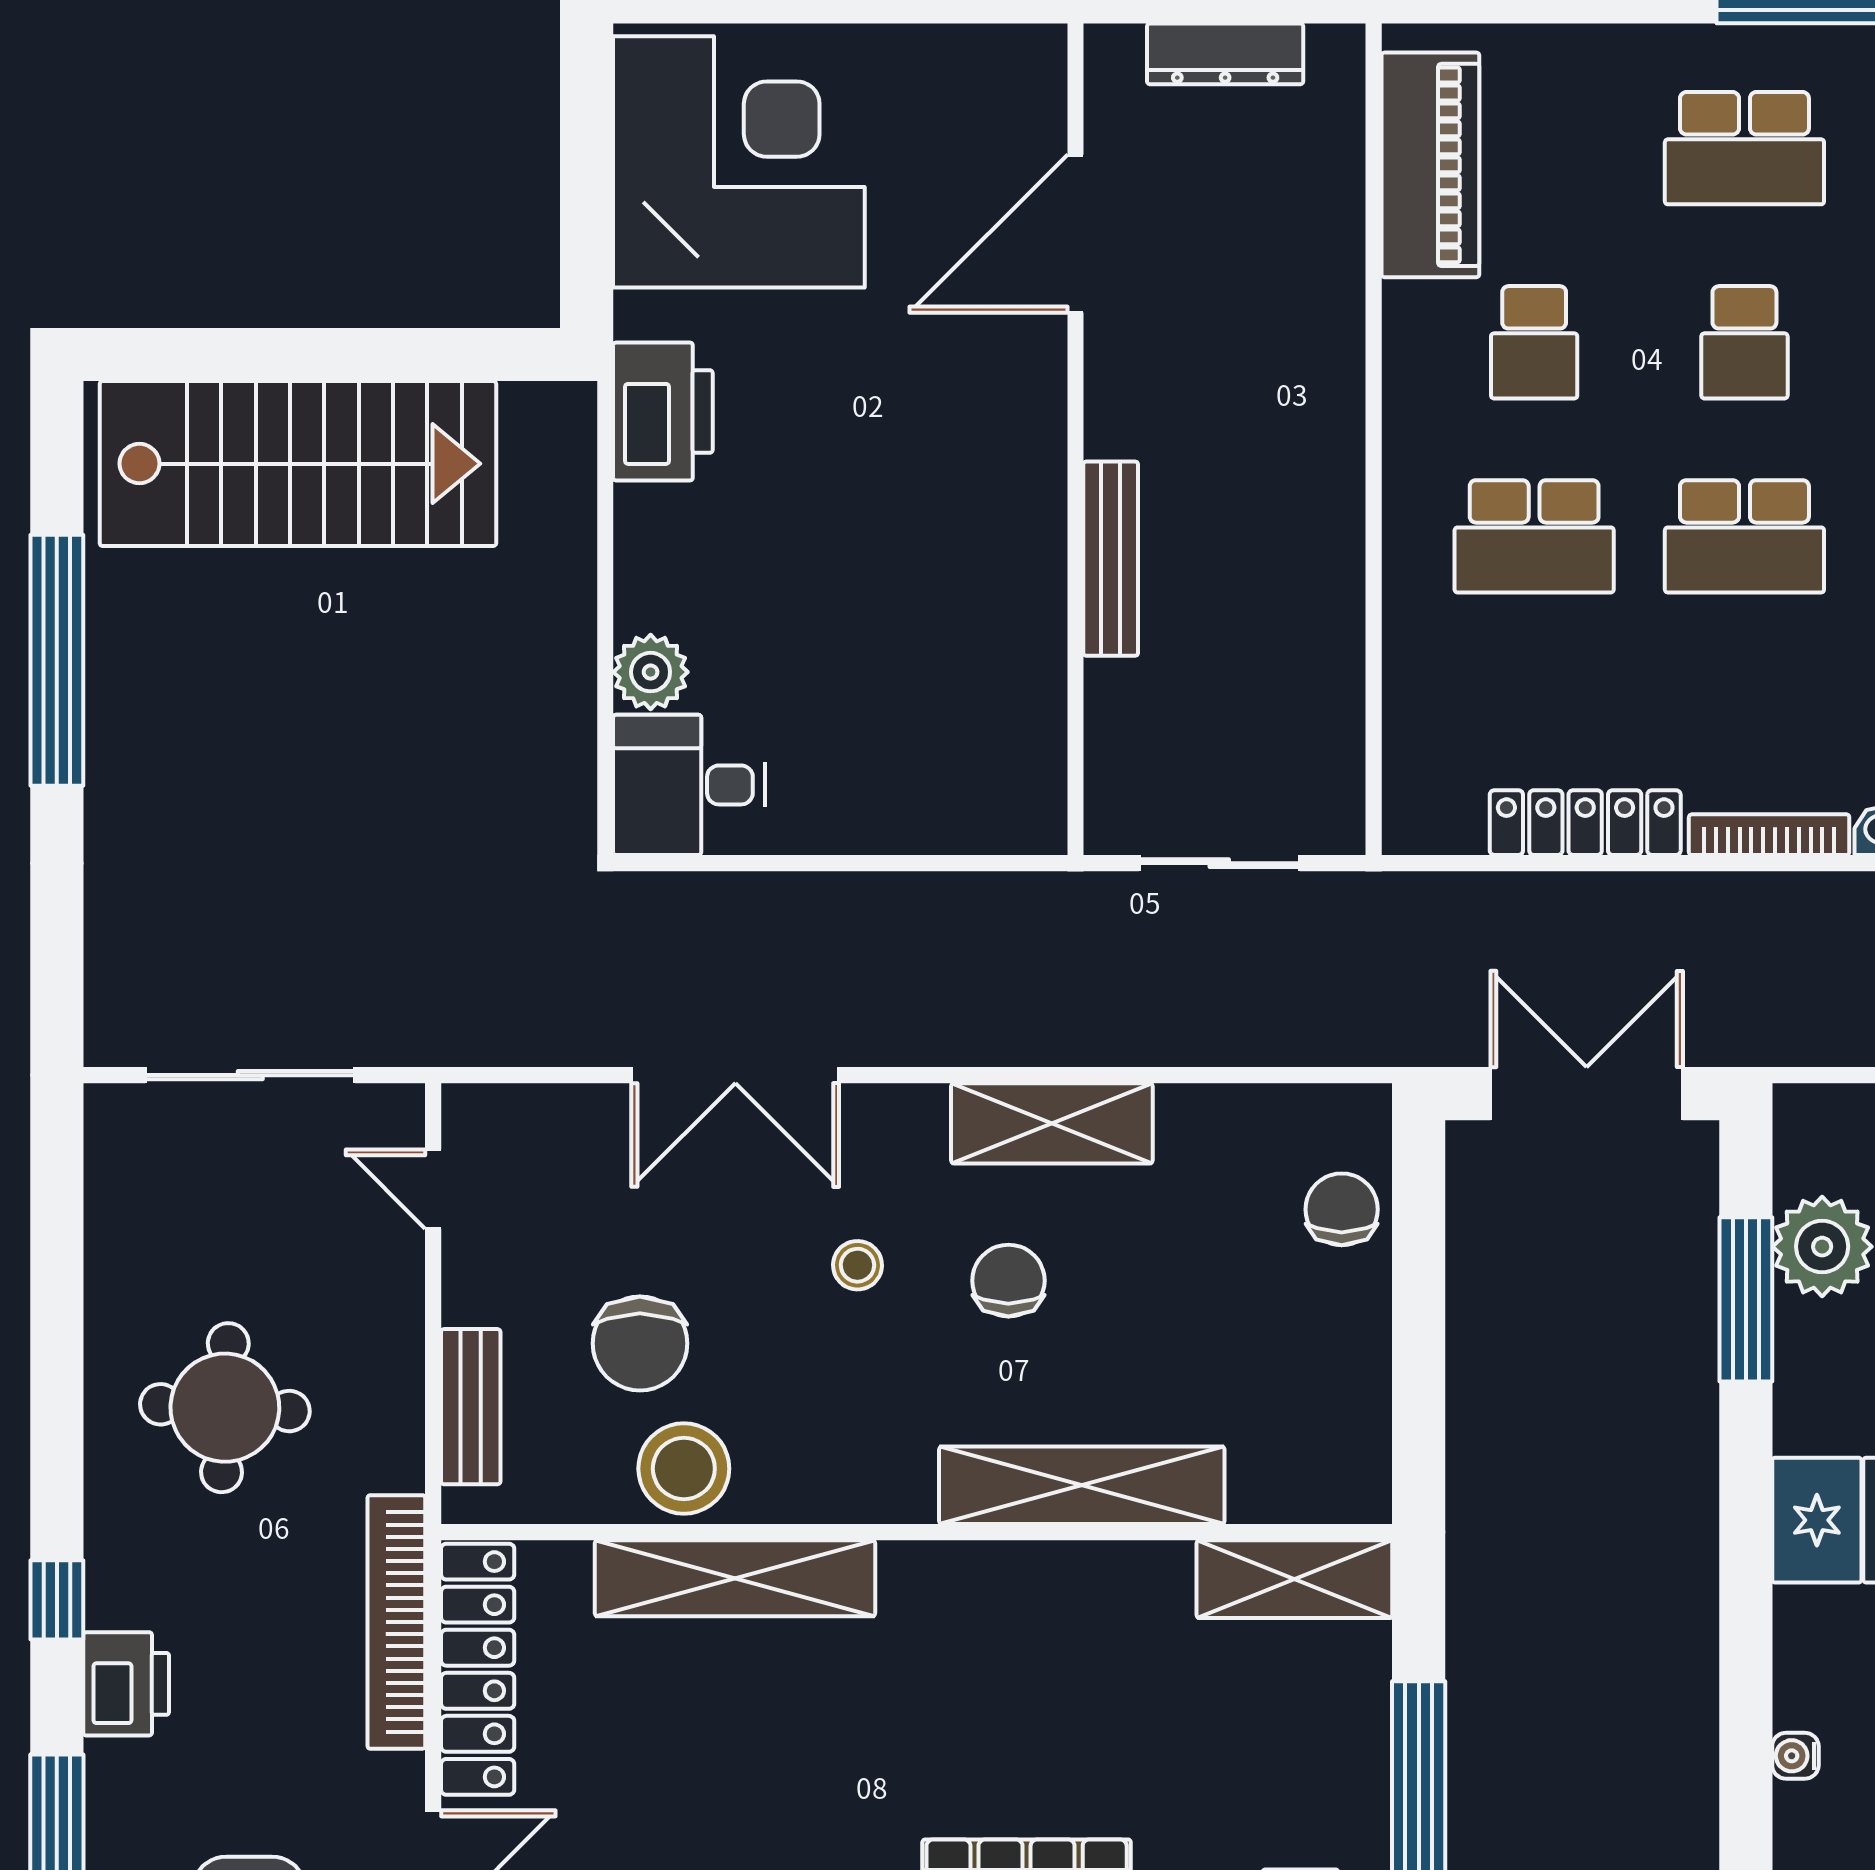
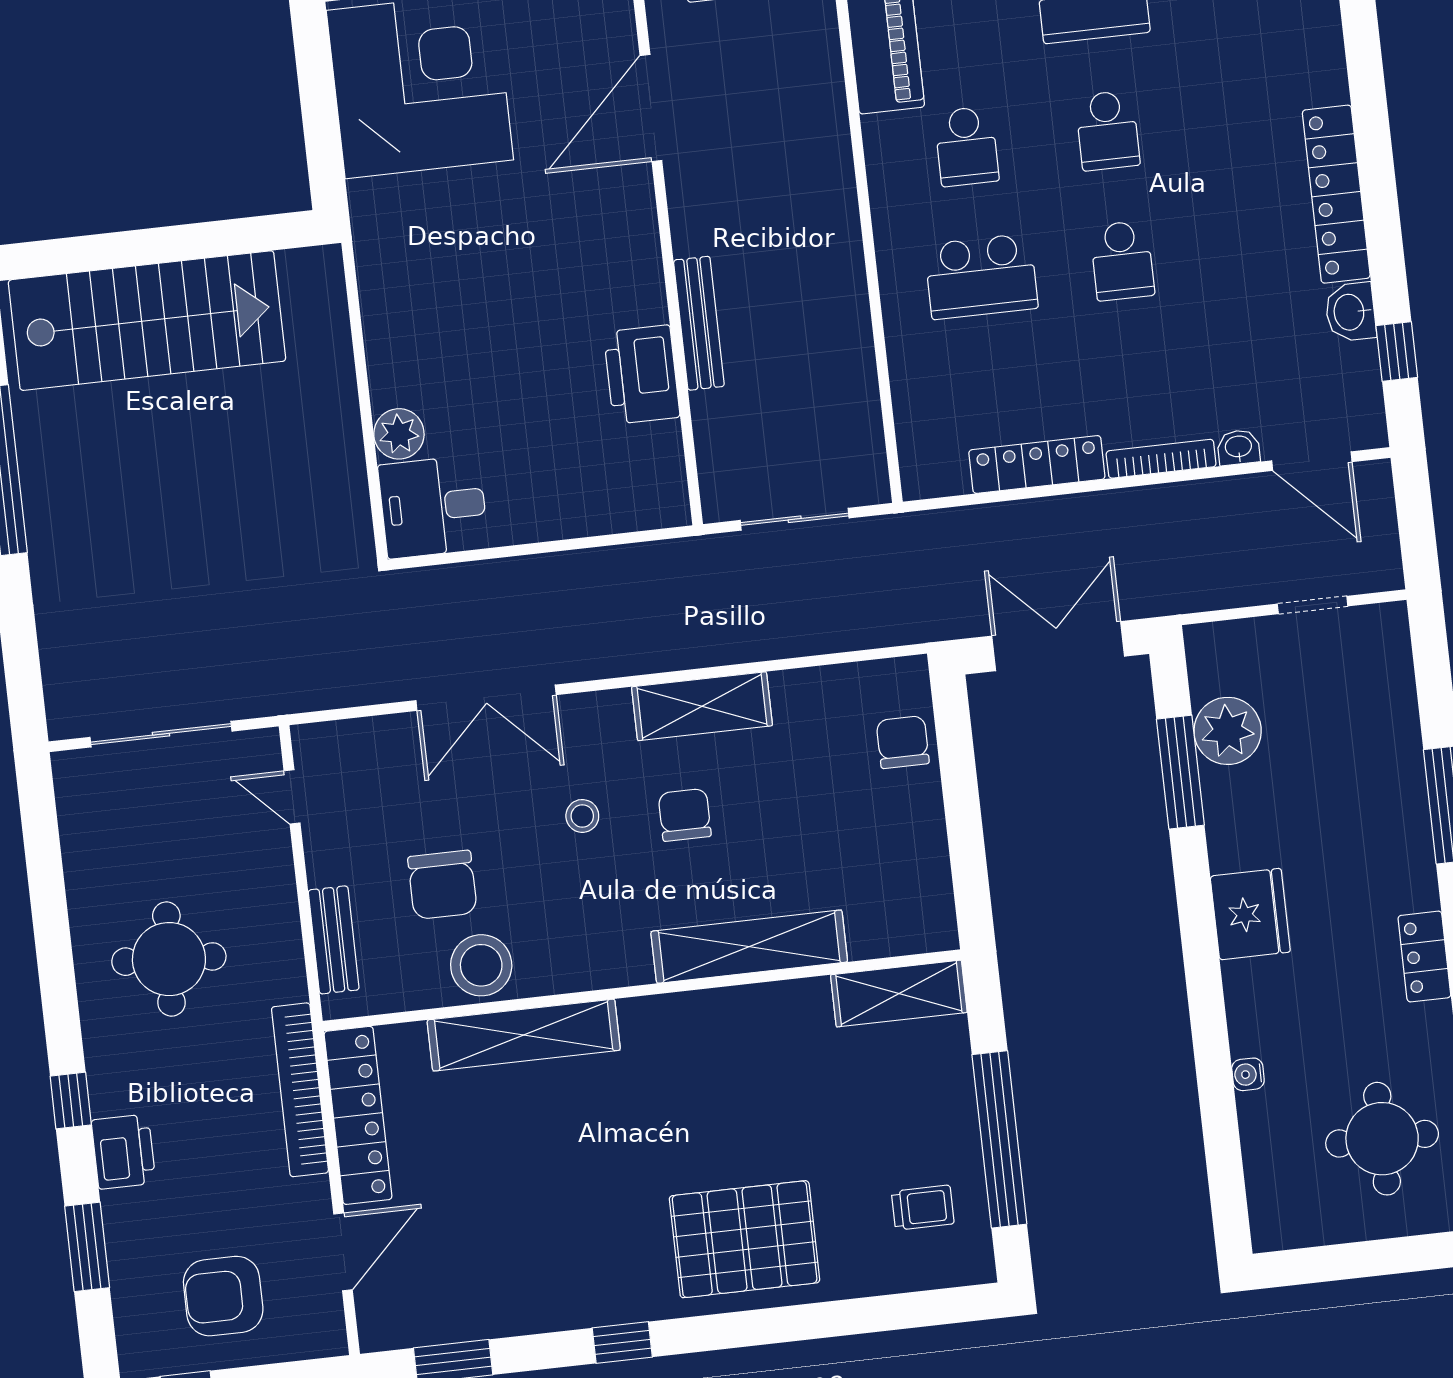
printer: (663, 411) -> (642, 375), moved, turned 180
school desk: (1744, 536) -> (1122, 261), width x0.54

